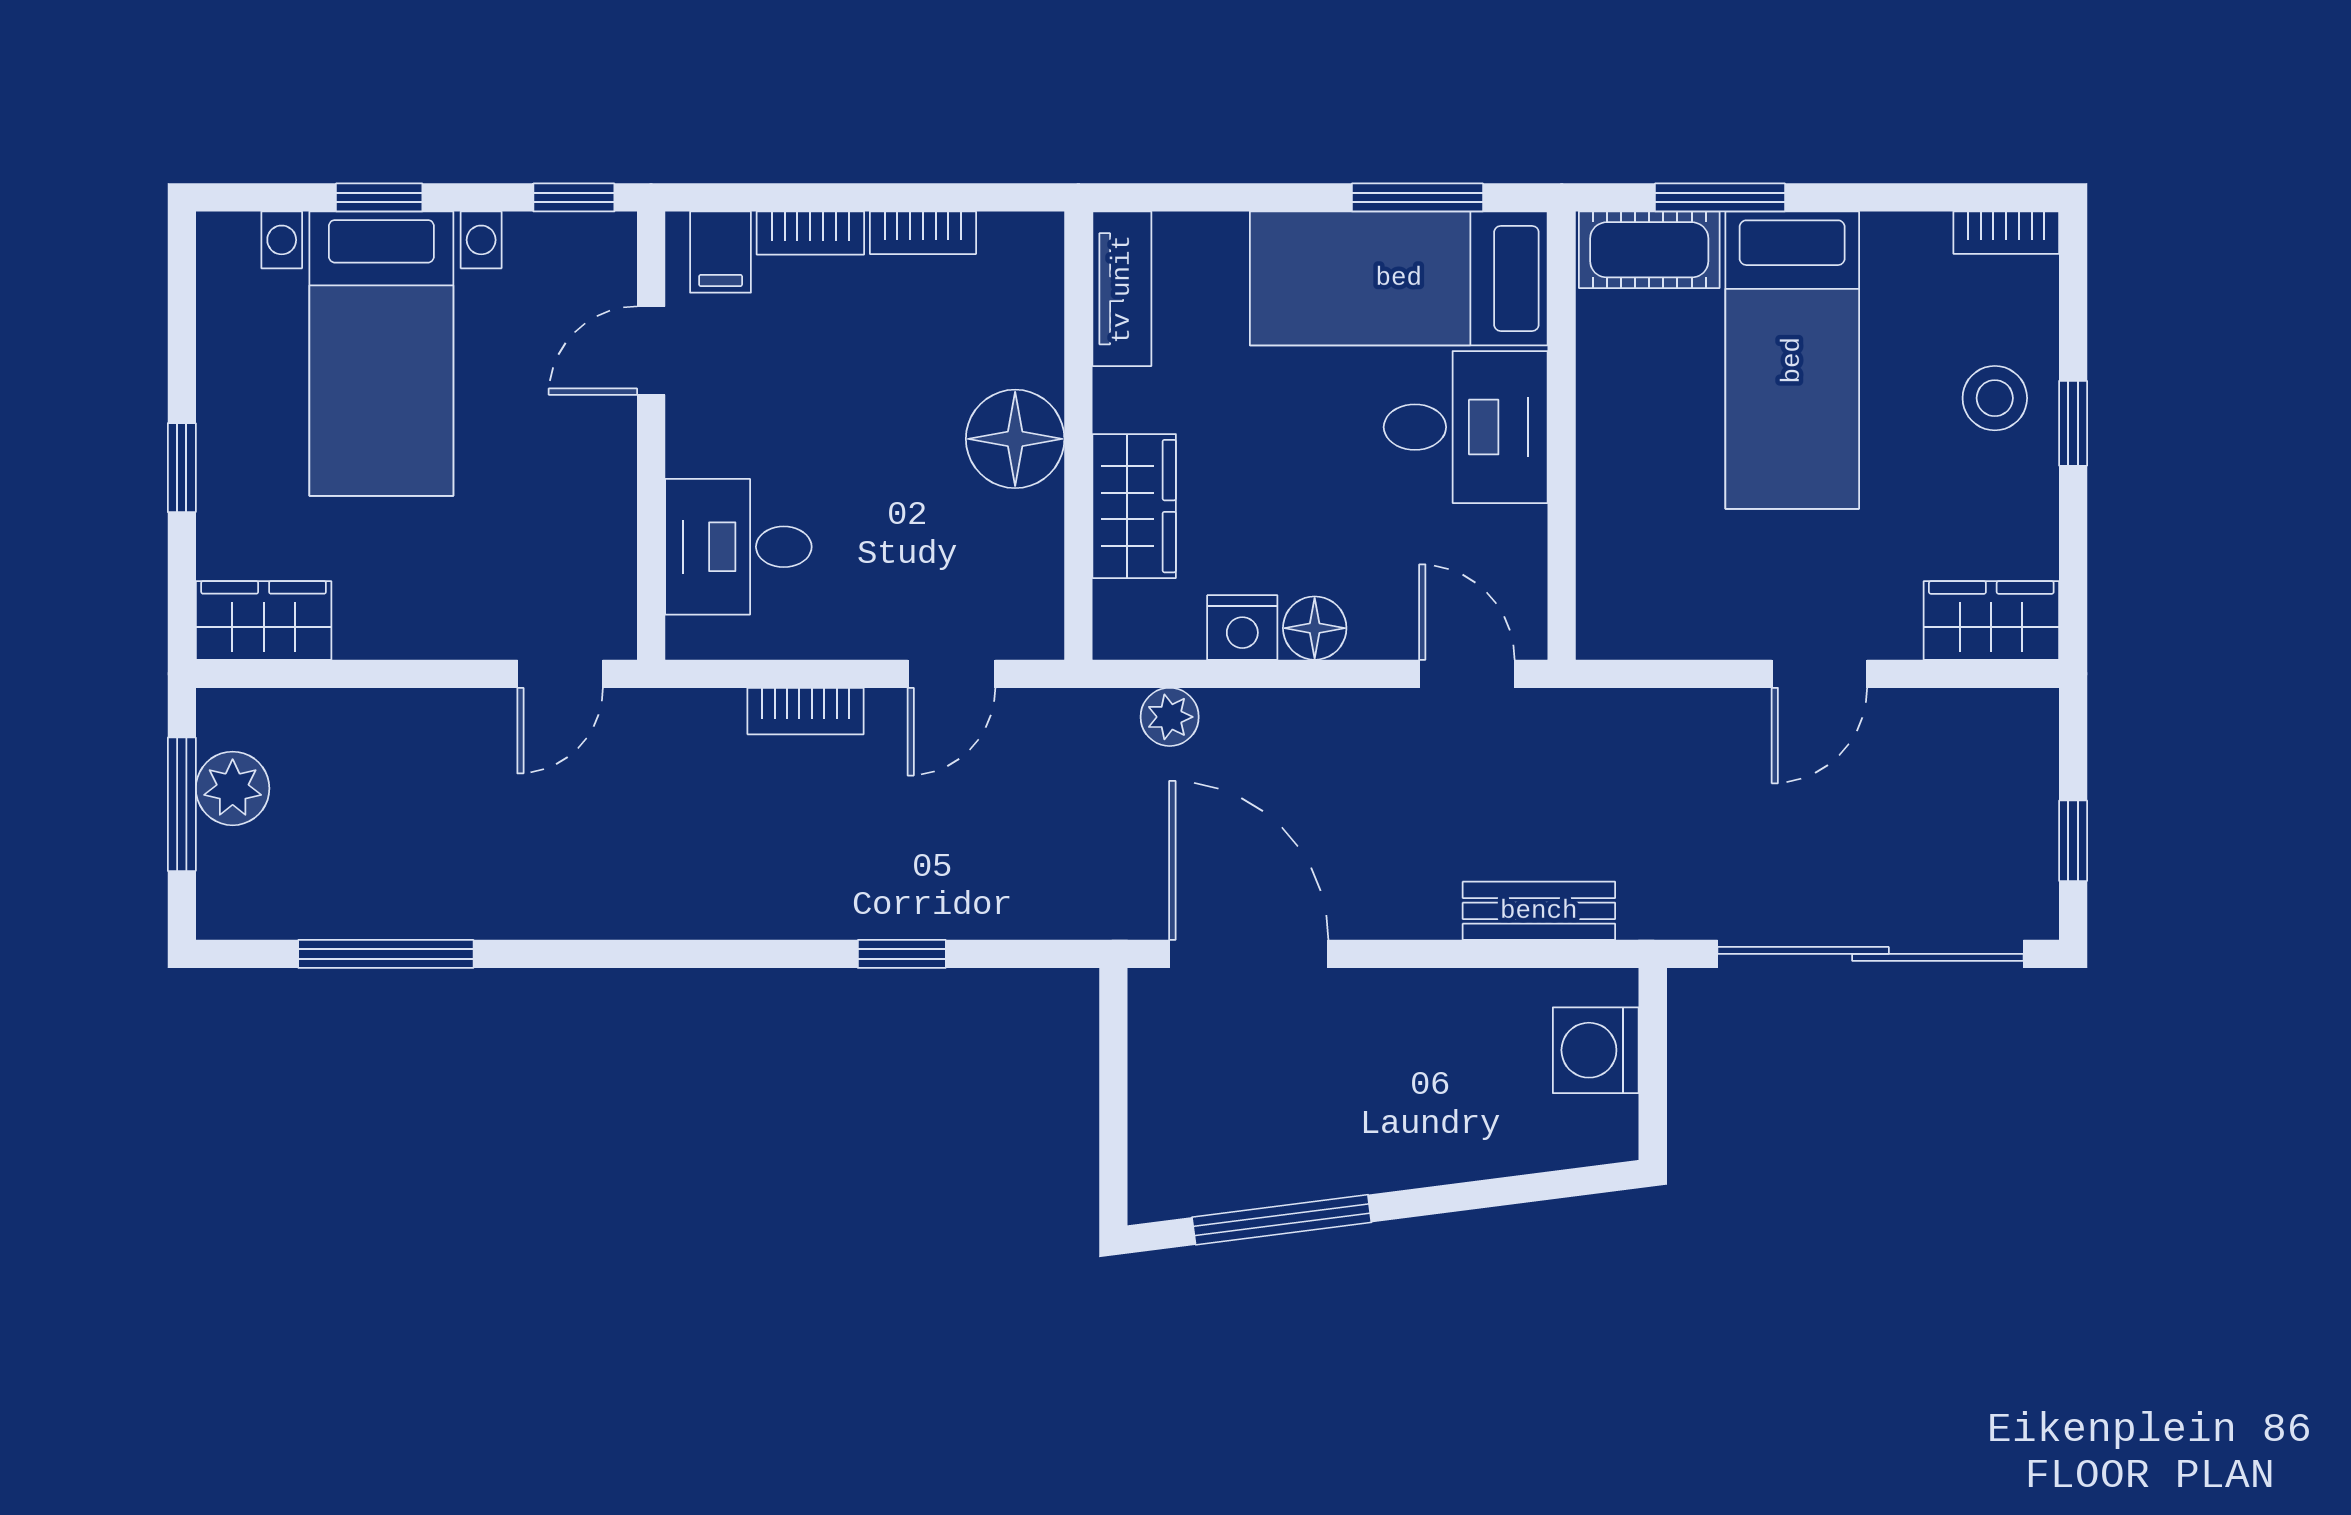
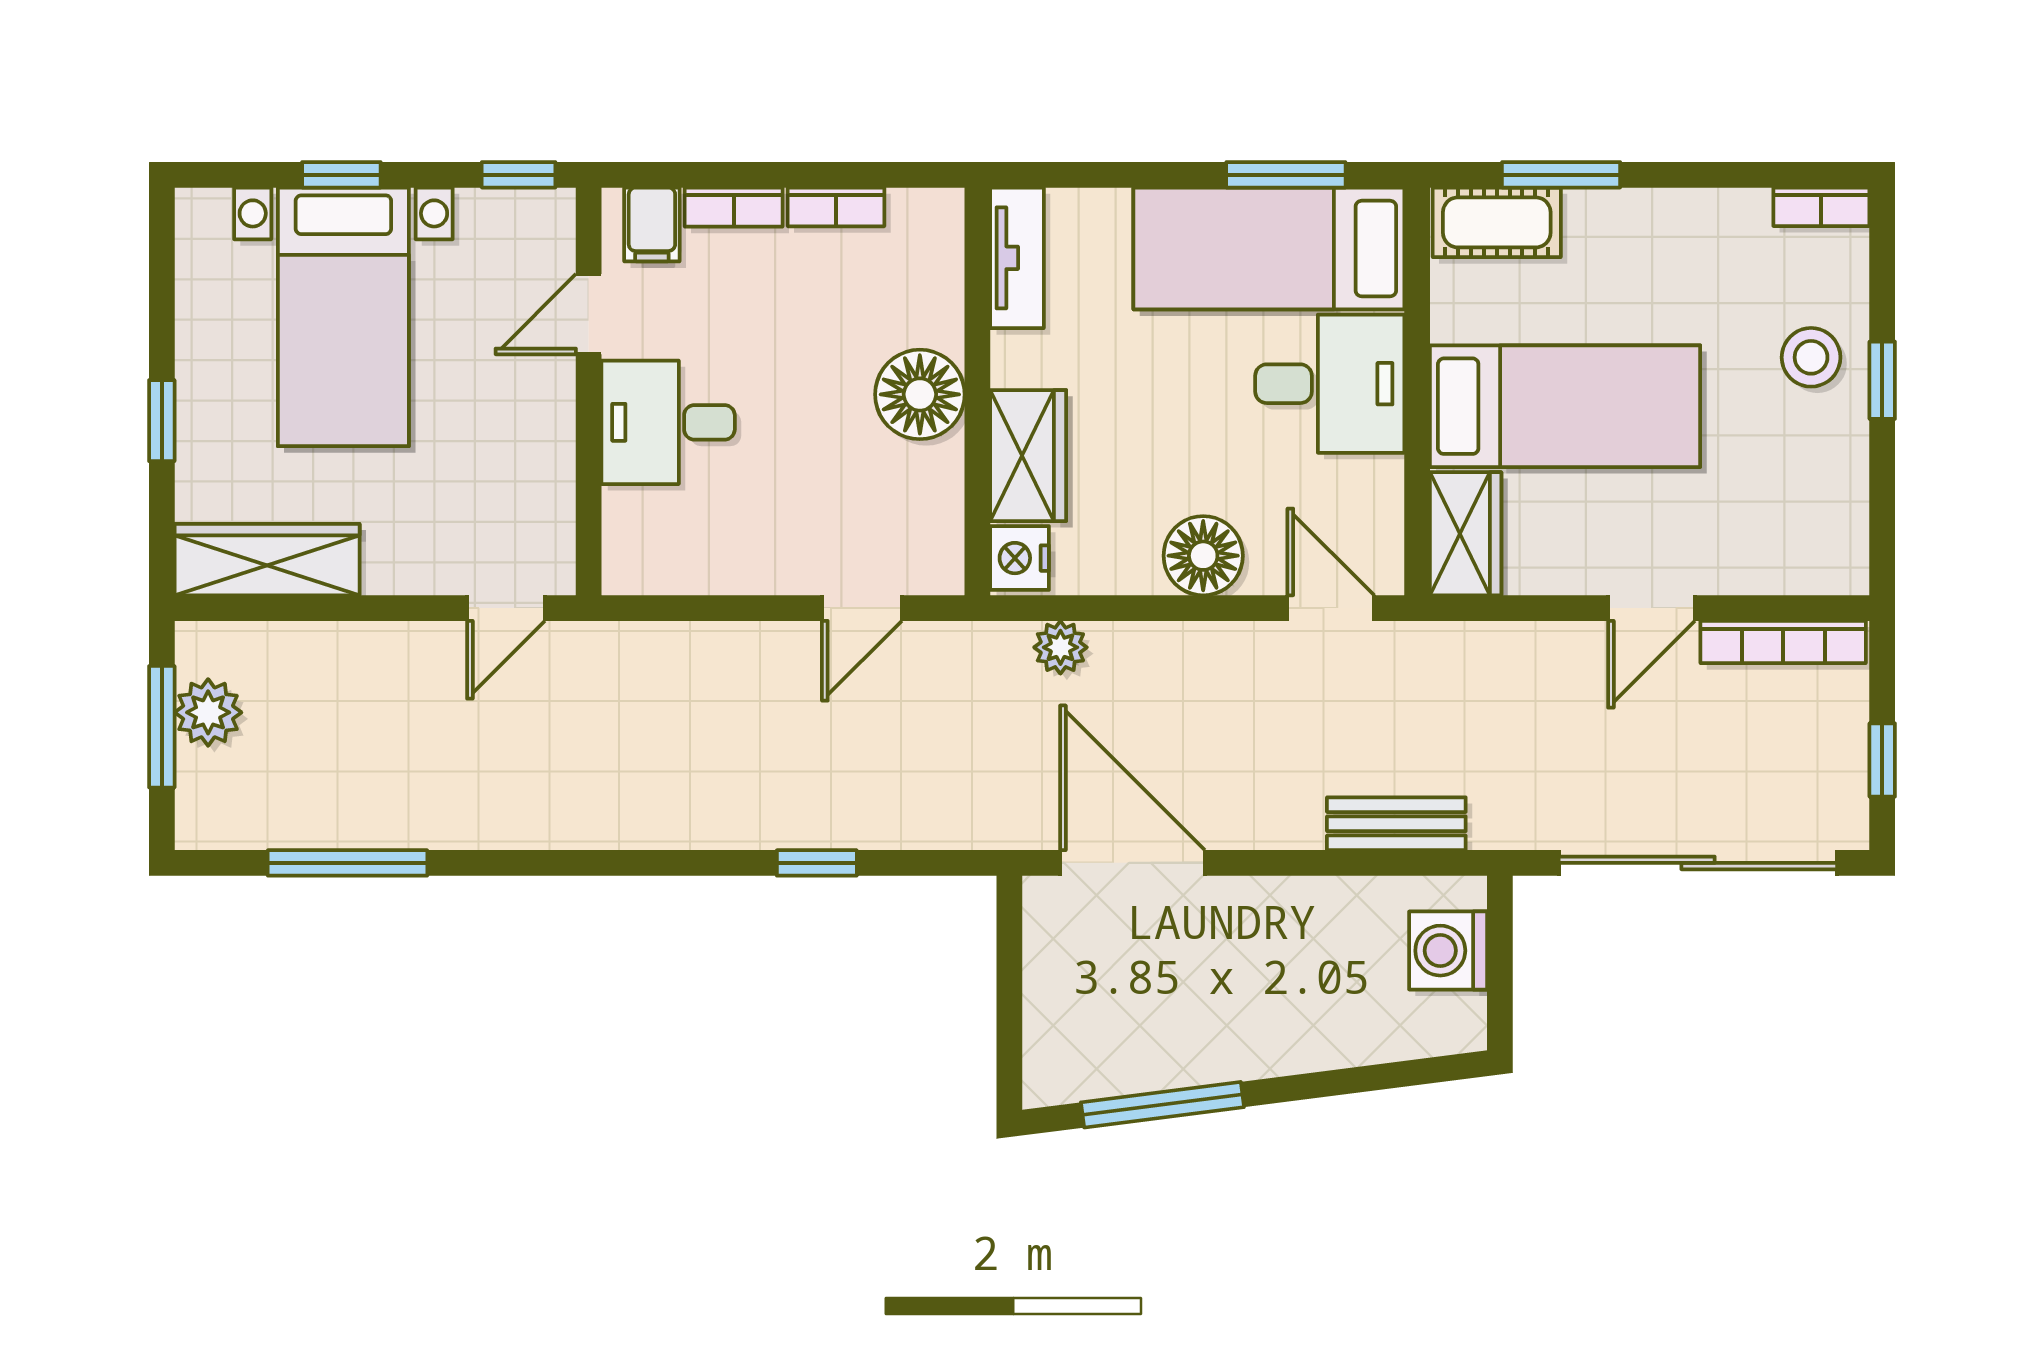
bed: (1792, 360) -> (1565, 406), moved, turned -90
desk: (738, 547) -> (668, 422), moved
wardrobe: (264, 620) -> (267, 560), width x1.50
wardrobe: (1991, 621) -> (1466, 534), moved, turned 90
nightstand: (1242, 627) -> (1020, 558), moved, turned 90
floor lamp: (1315, 628) -> (1203, 556), width x1.38, depth x1.38
bookcase: (806, 711) -> (1783, 642), moved, width x1.56

